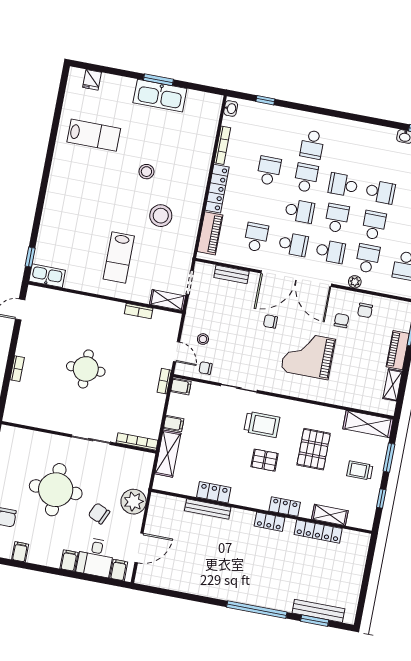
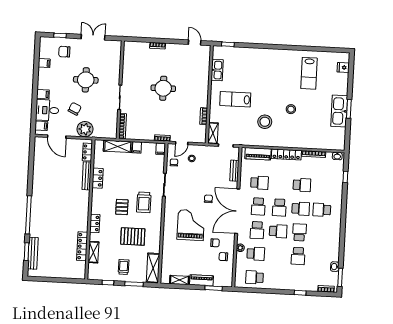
school desk: (374, 225) -> (277, 255), removed
kitchen sink: (47, 276) -> (217, 70), moved
round table: (56, 490) -> (86, 80), width x0.73, depth x0.73
locker: (269, 522) -> (87, 152), moved

